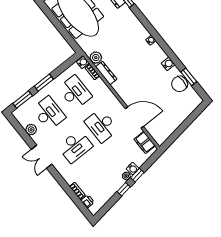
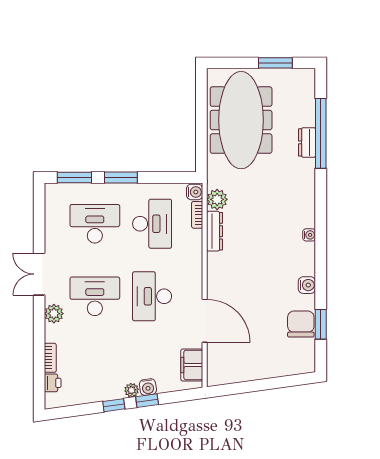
chair: (180, 84) -> (301, 324), turned 90
desk: (49, 113) -> (95, 224), turned -90
plant: (31, 130) -> (54, 314), moved
desk: (75, 146) -> (95, 296), turned 180

